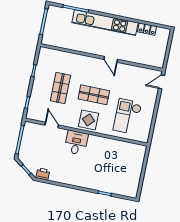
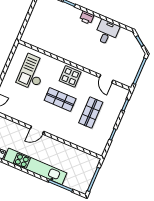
door: (111, 59) -> (37, 130), swing flipped
checkout: (127, 116) -> (32, 72), turned 180
desk: (76, 143) -> (107, 32), moved, turned 180
printer: (43, 174) -> (87, 18), moved

